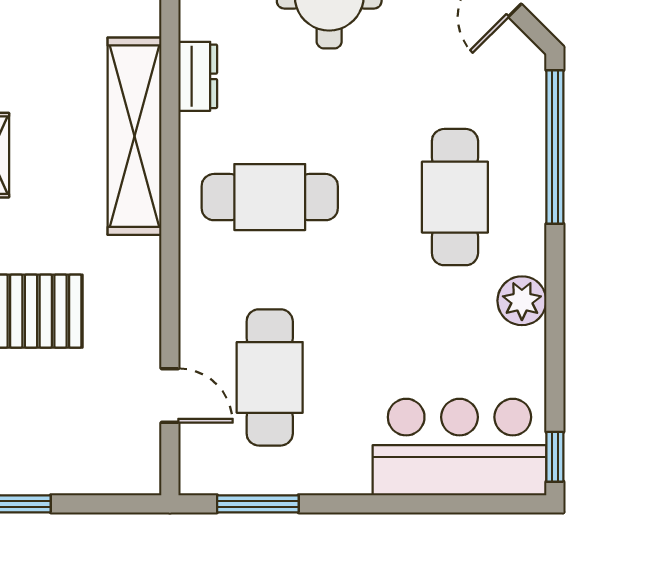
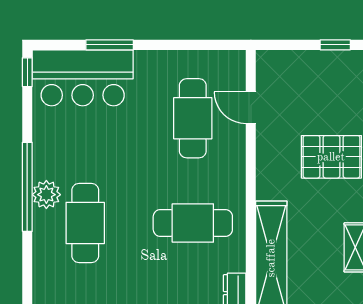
window: (555, 147) -> (27, 187), moved
plant: (522, 301) -> (46, 195), moved
window: (258, 504) -> (110, 45), moved

